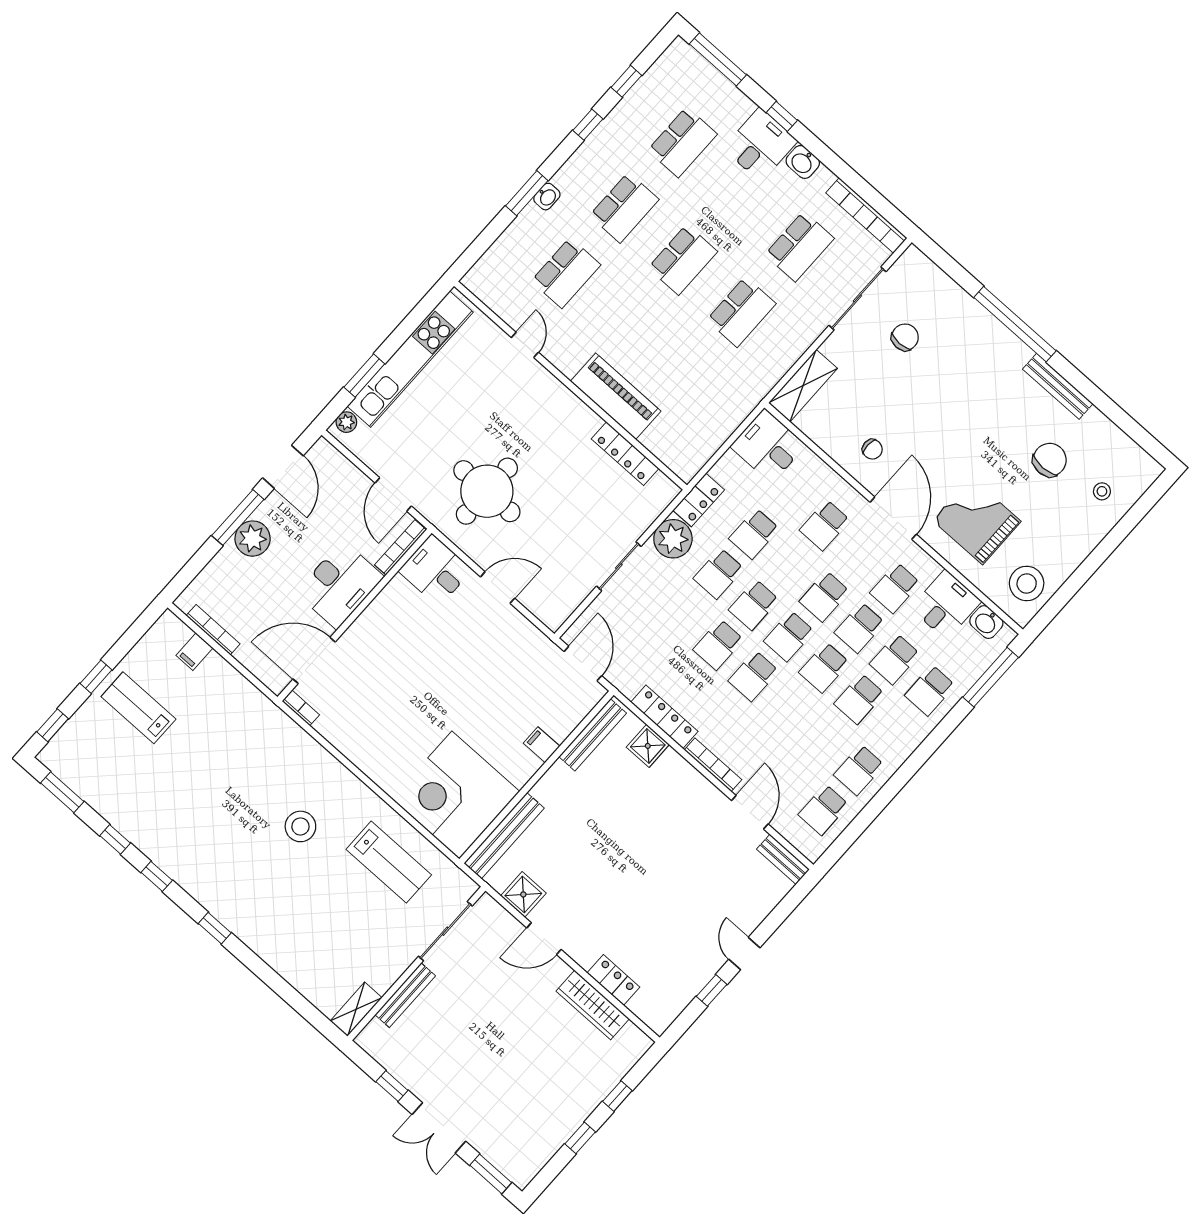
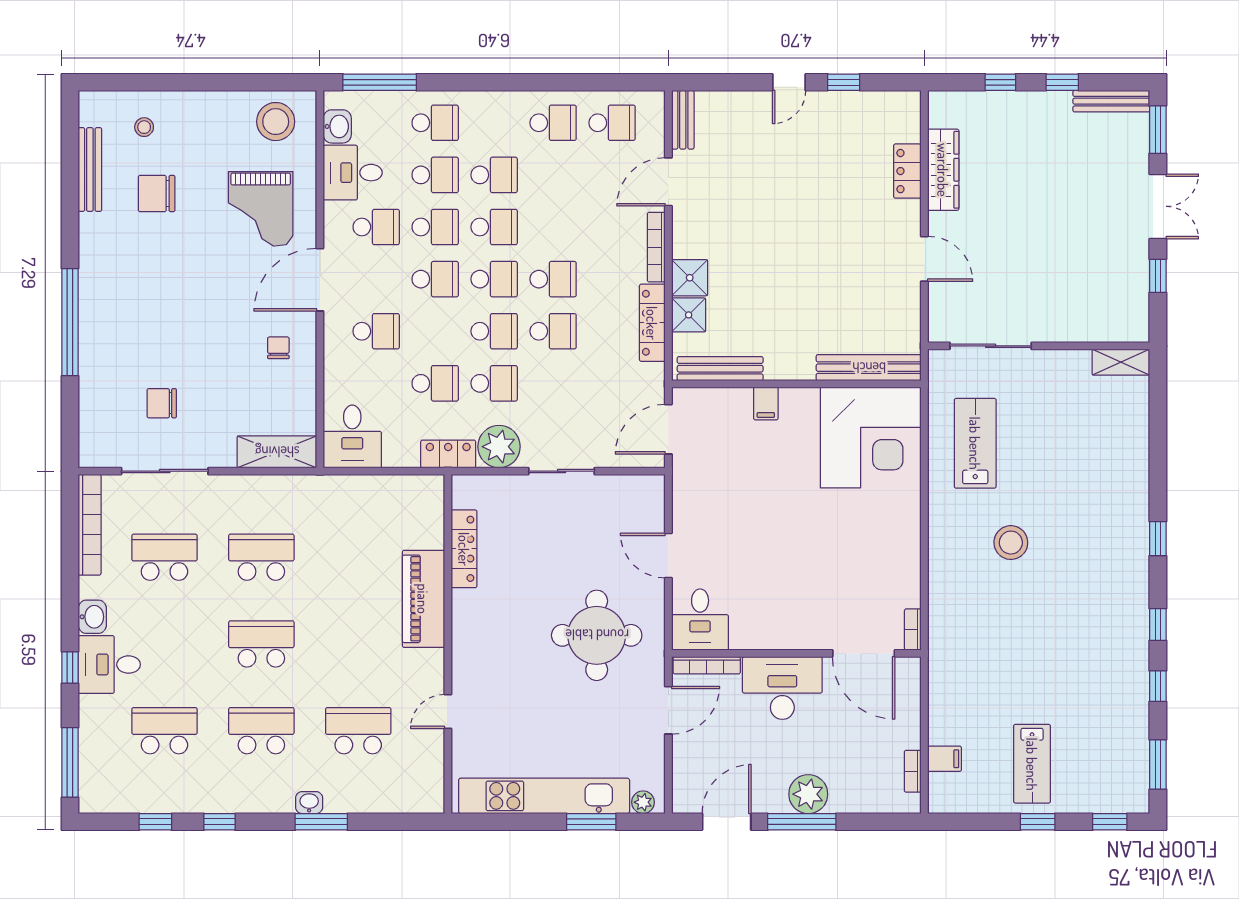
bench: (1058, 386) -> (90, 169), moved
bookcase: (213, 630) -> (913, 771), width x0.64
shower: (523, 894) -> (690, 278), moved
bench: (405, 995) -> (1111, 101), moved

